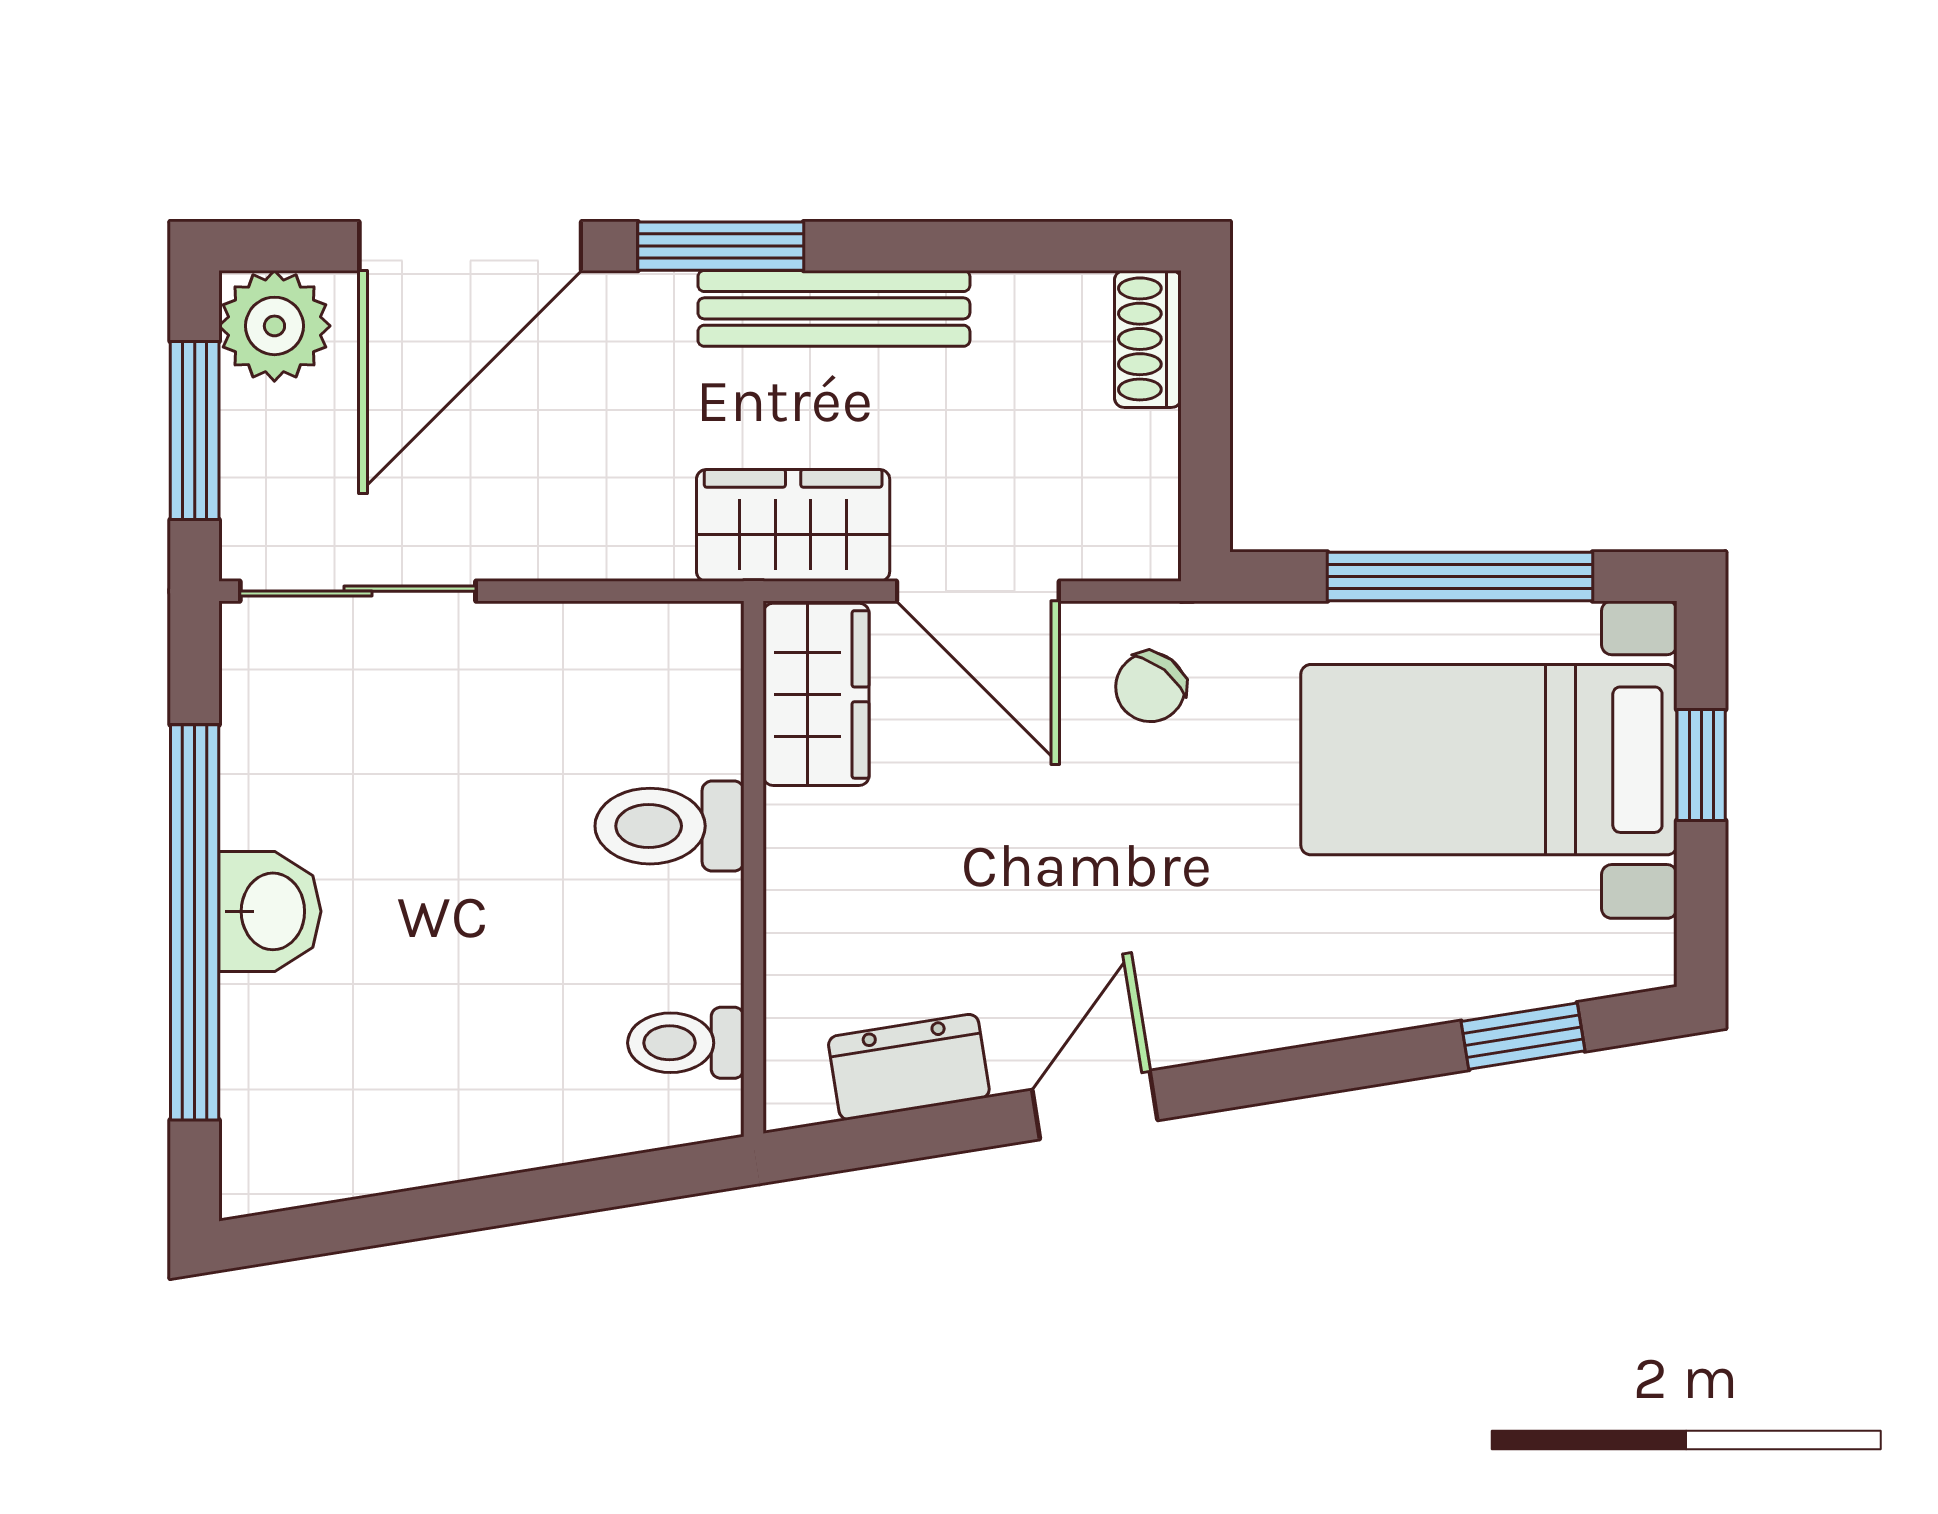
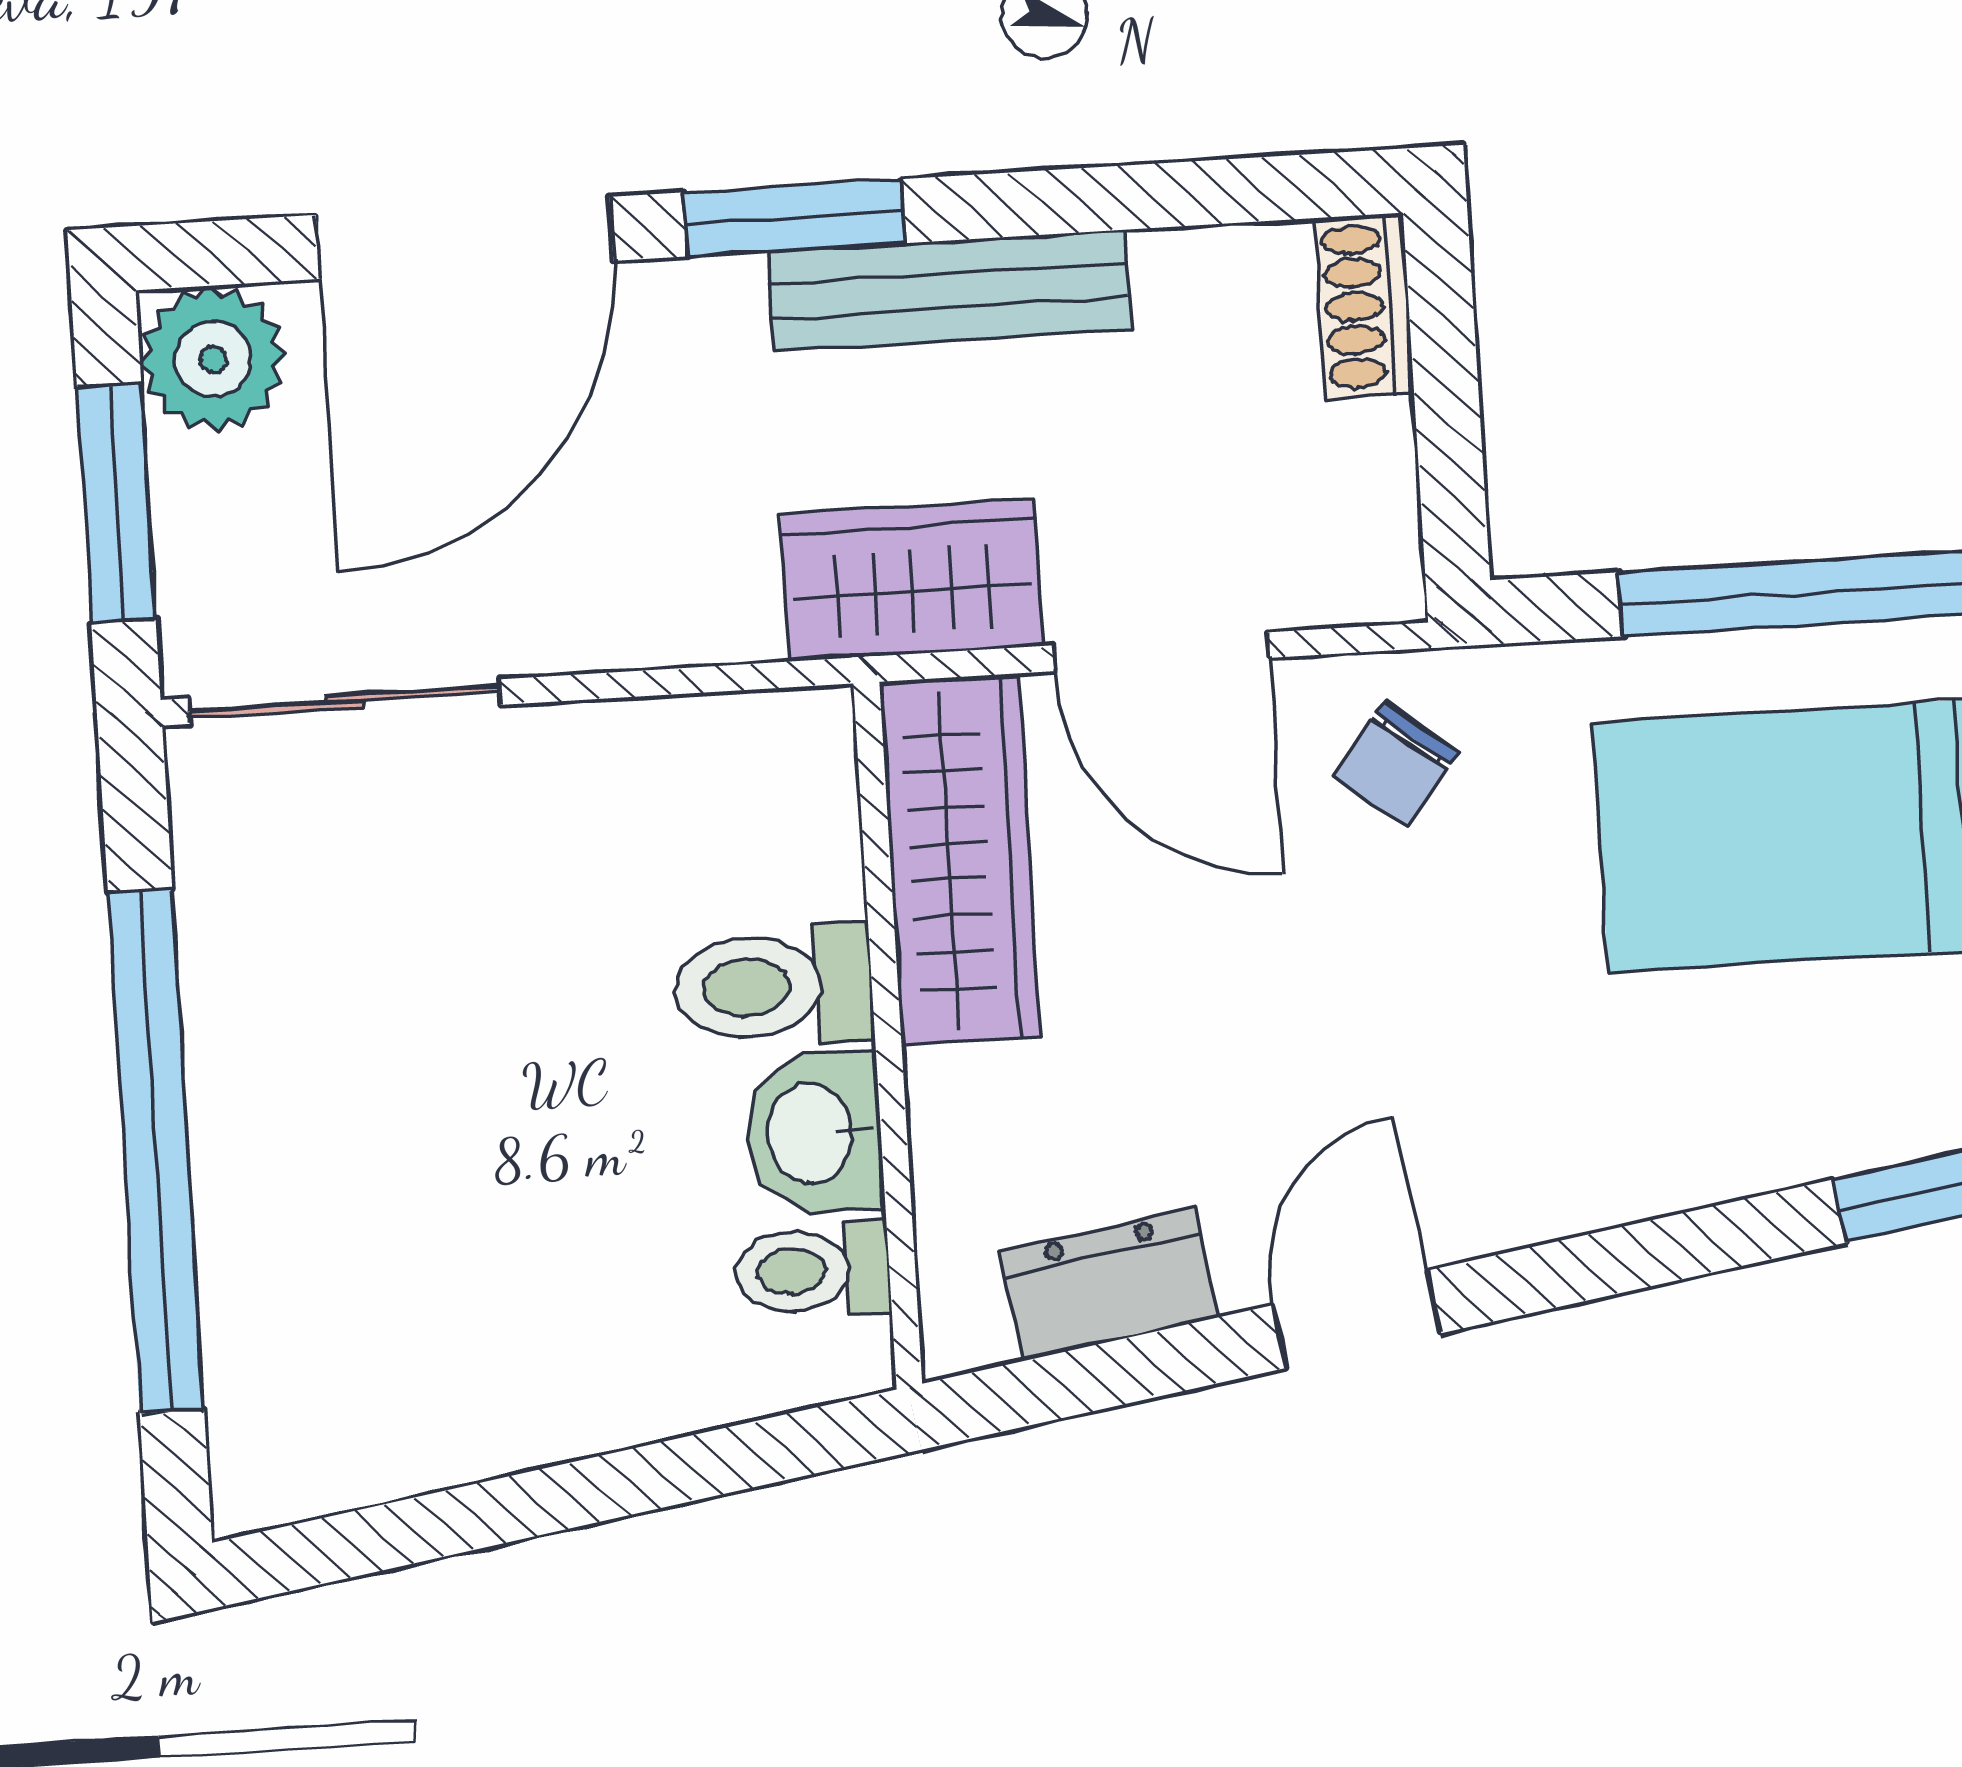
wardrobe: (816, 694) -> (960, 861), width x1.50
washbasin: (270, 911) -> (814, 1133), moved, turned 180

